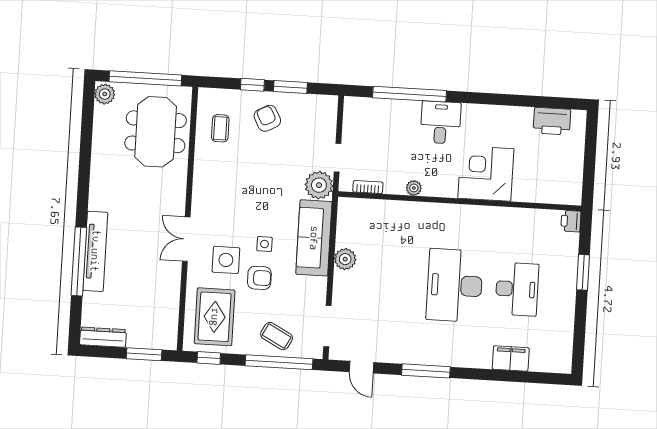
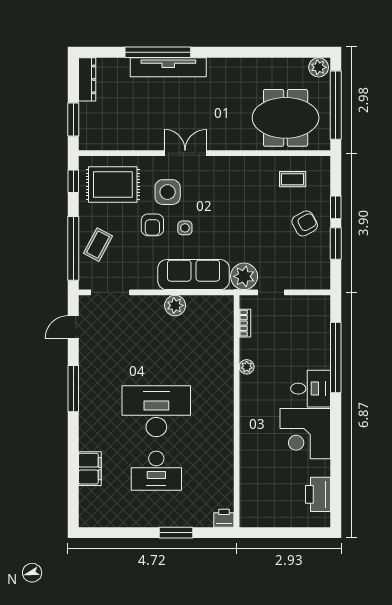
corner desk: (486, 173) -> (305, 434), moved, turned 180

